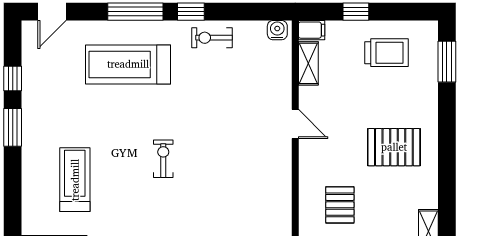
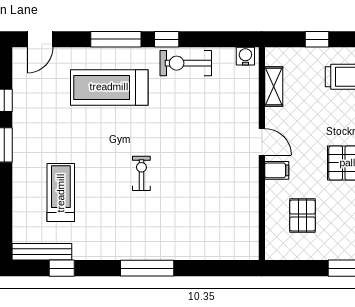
filing cabinet: (312, 30) -> (277, 170), moved
exercise bike: (212, 38) -> (186, 63), width x1.38, depth x1.39

